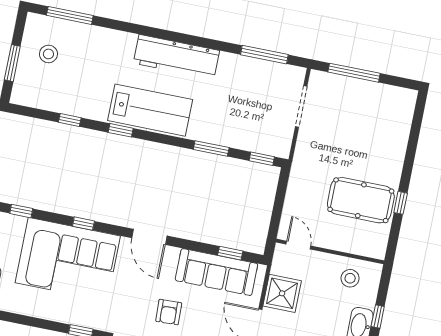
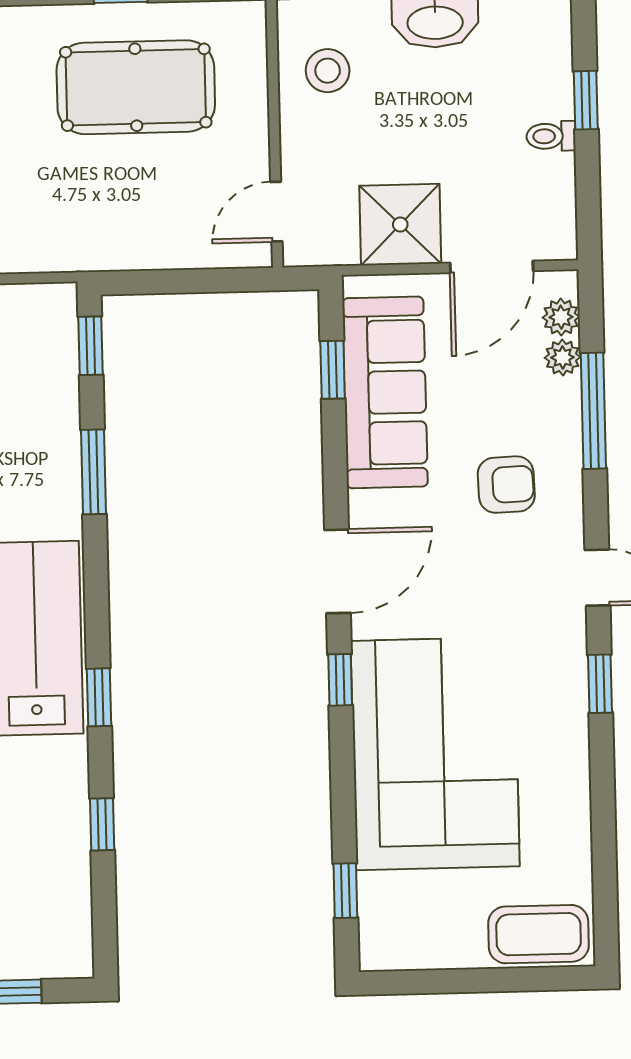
pool table: (361, 200) -> (136, 87), turned 90
window: (83, 224) -> (340, 680), moved

